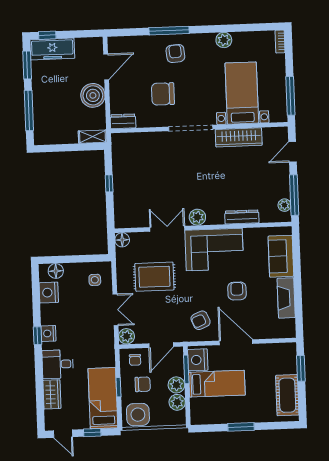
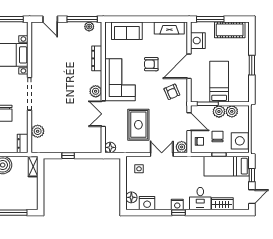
wardrobe: (239, 137) -> (38, 58), removed
plant: (140, 141) -> (38, 131), added
fireplace: (286, 298) -> (169, 28), moved
nightstand: (198, 360) -> (198, 41), moved, turned 90
window: (301, 368) -> (210, 19), width x1.44

